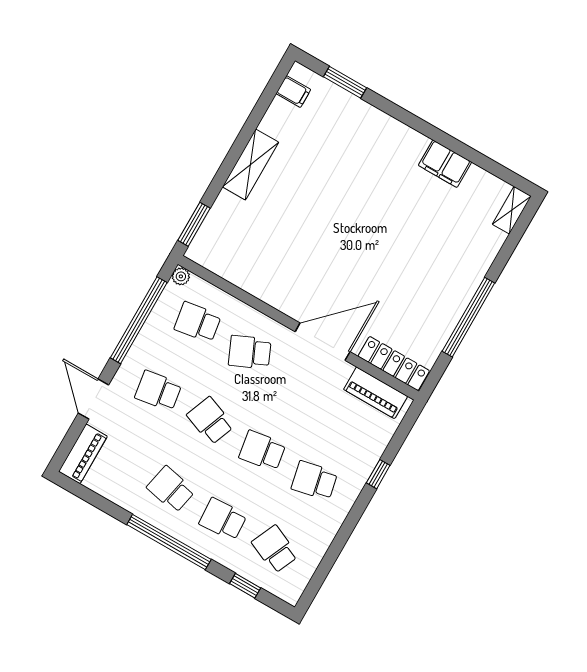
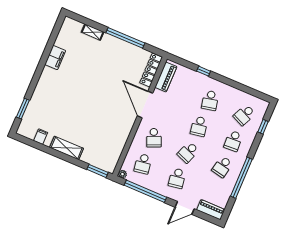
filing cabinet: (293, 92) -> (41, 137), moved
shelving: (512, 210) -> (93, 32), moved
window: (169, 542) -> (241, 178), moved

